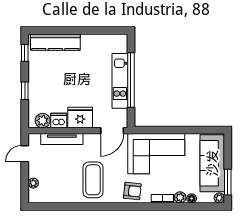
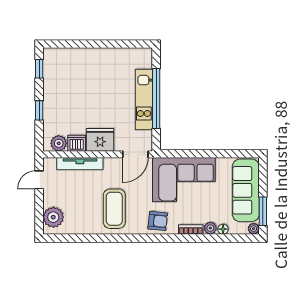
kitchen counter: (55, 42) -> (73, 57), removed
plant: (33, 183) -> (53, 217), width x1.88, depth x1.88

